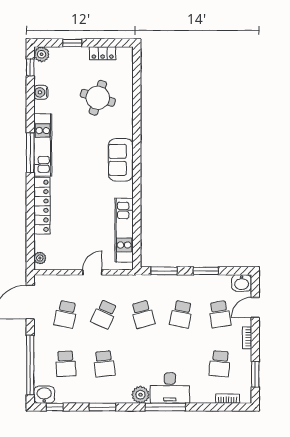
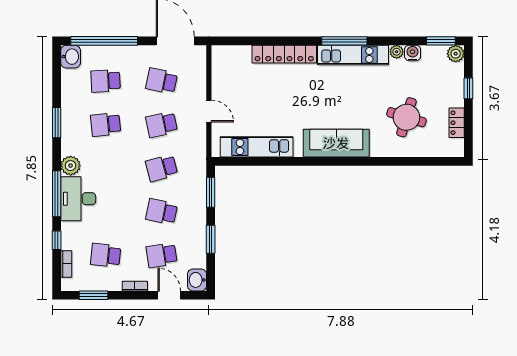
window: (30, 67) -> (441, 41), width x1.50
sofa: (121, 160) -> (336, 143), width x1.36
plant: (40, 258) -> (397, 52), moved
school desk: (104, 314) -> (162, 124), turned -36
window: (55, 407) -> (57, 240), moved

